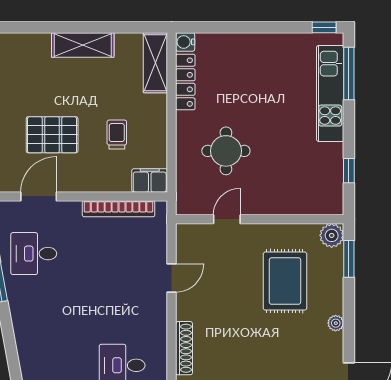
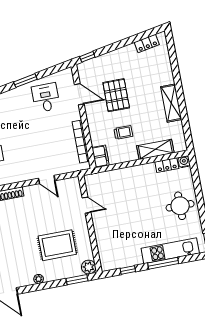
shelving: (155, 63) -> (155, 149), moved
window: (349, 73) -> (163, 263), moved
locker: (185, 82) -> (167, 165), width x0.66
round table: (226, 151) -> (180, 206), moved

